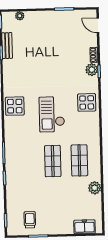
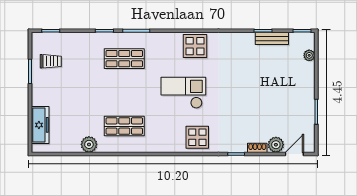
plant: (92, 70) -> (276, 145), moved
shop shelf: (53, 161) -> (124, 59), moved
freezer: (84, 227) -> (40, 125), width x1.40

